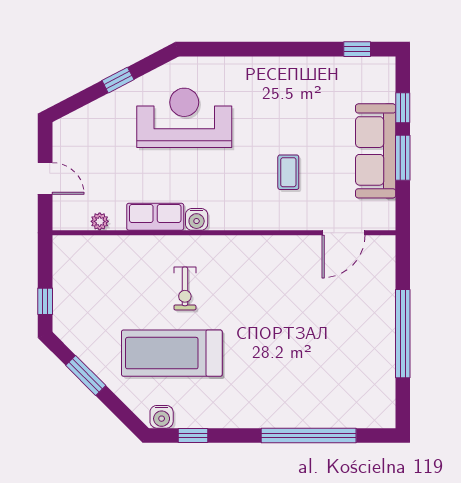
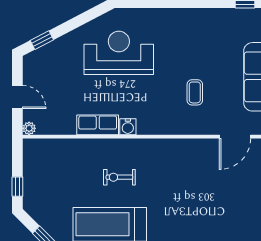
window: (118, 80) -> (42, 40), moved
plant: (100, 221) -> (29, 128), moved
exercise bike: (185, 289) -> (119, 177), turned 90

